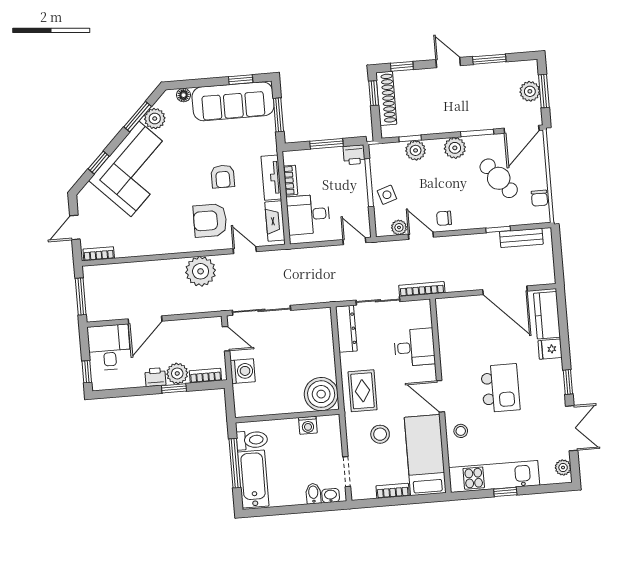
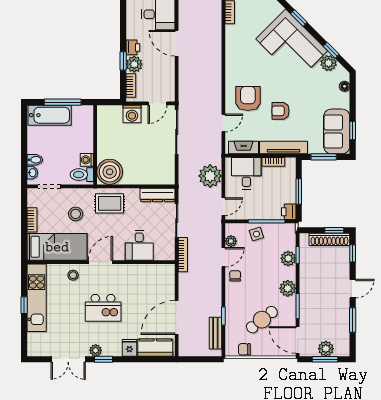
sofa: (233, 101) -> (337, 131), width x0.73
window: (138, 117) -> (331, 50), width x0.67
tv unit: (271, 178) -> (283, 148), width x1.41
plant: (201, 271) -> (210, 176), moved
toilet: (252, 440) -> (82, 175), moved, turned 90
plant: (563, 467) -> (96, 350), moved

